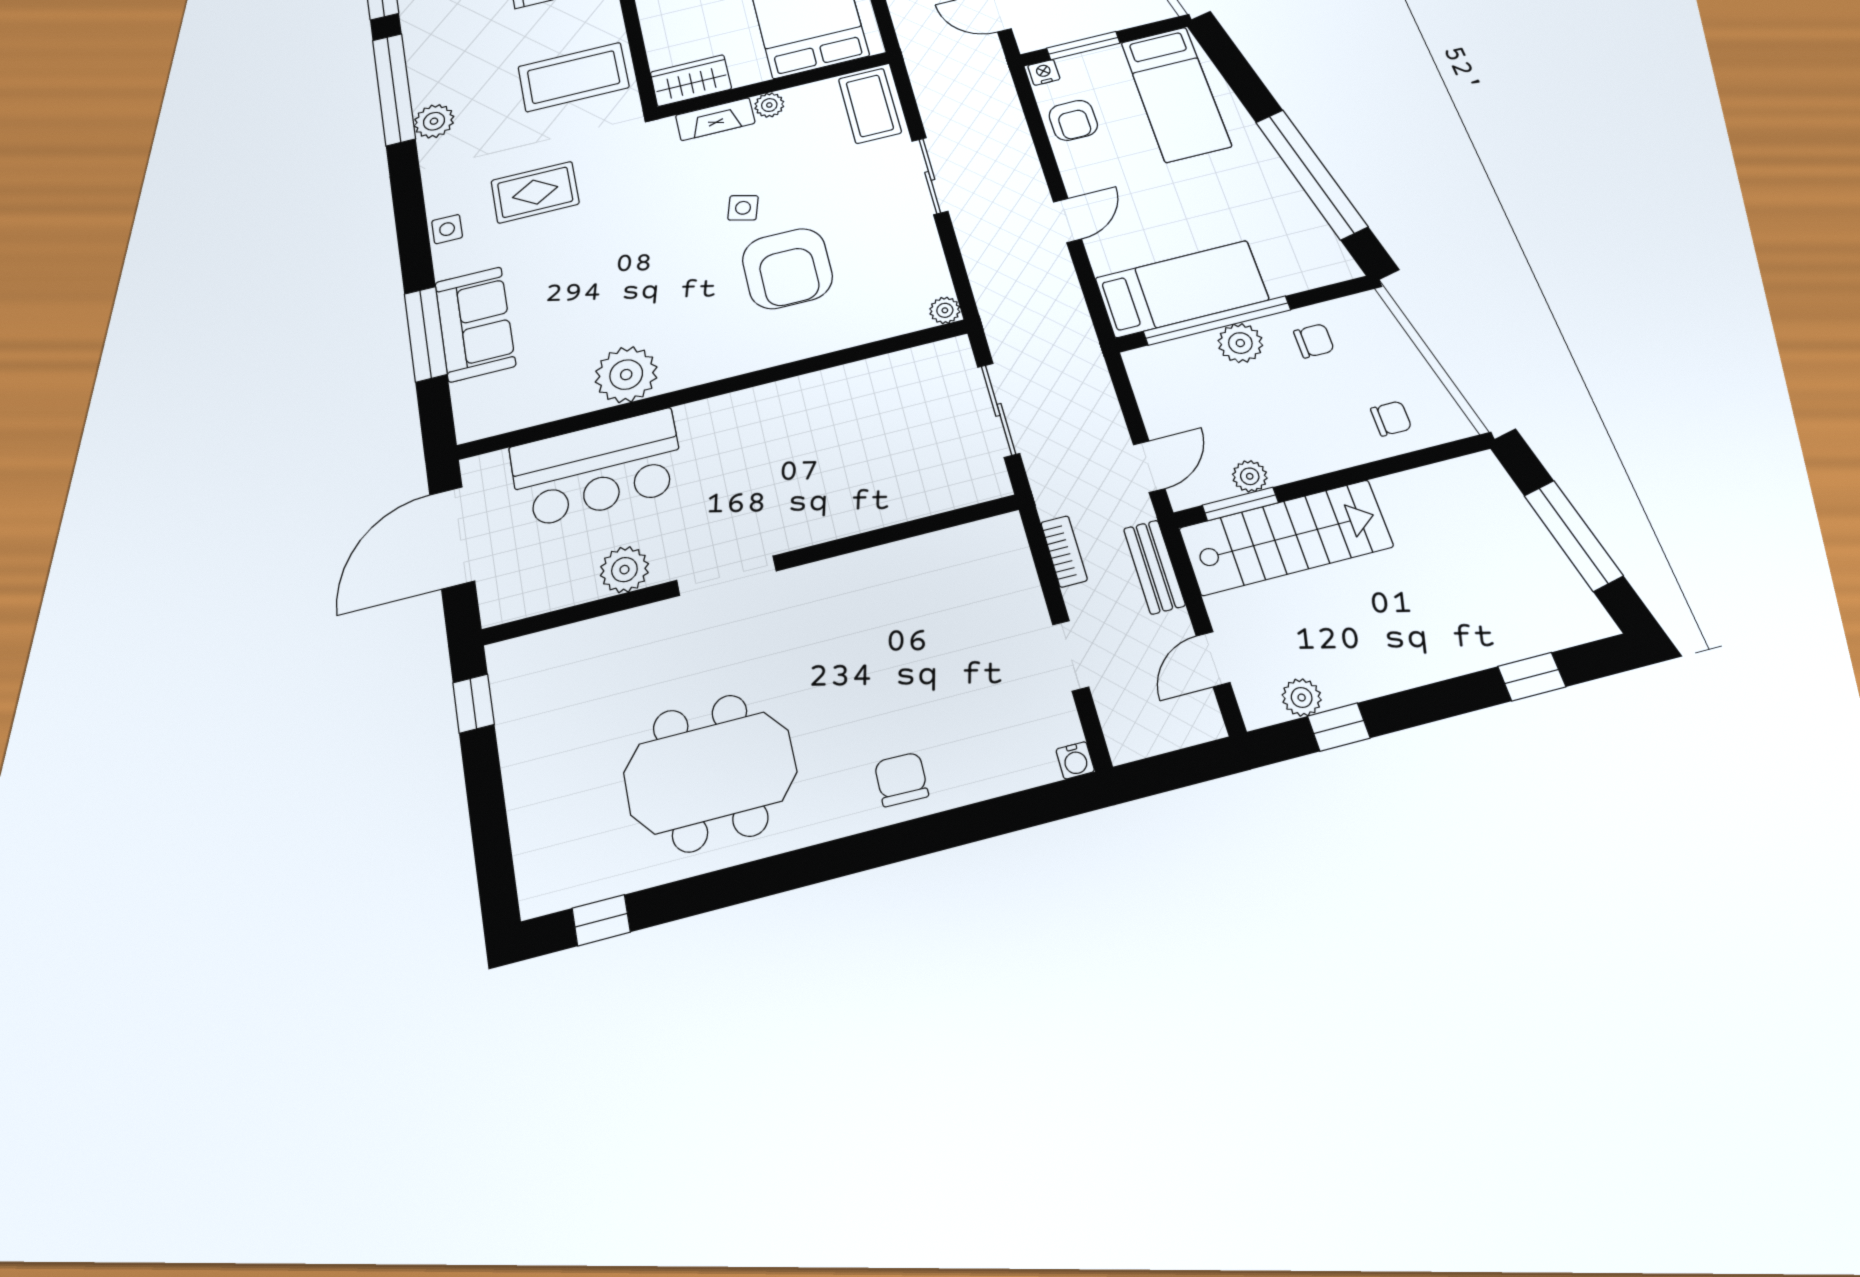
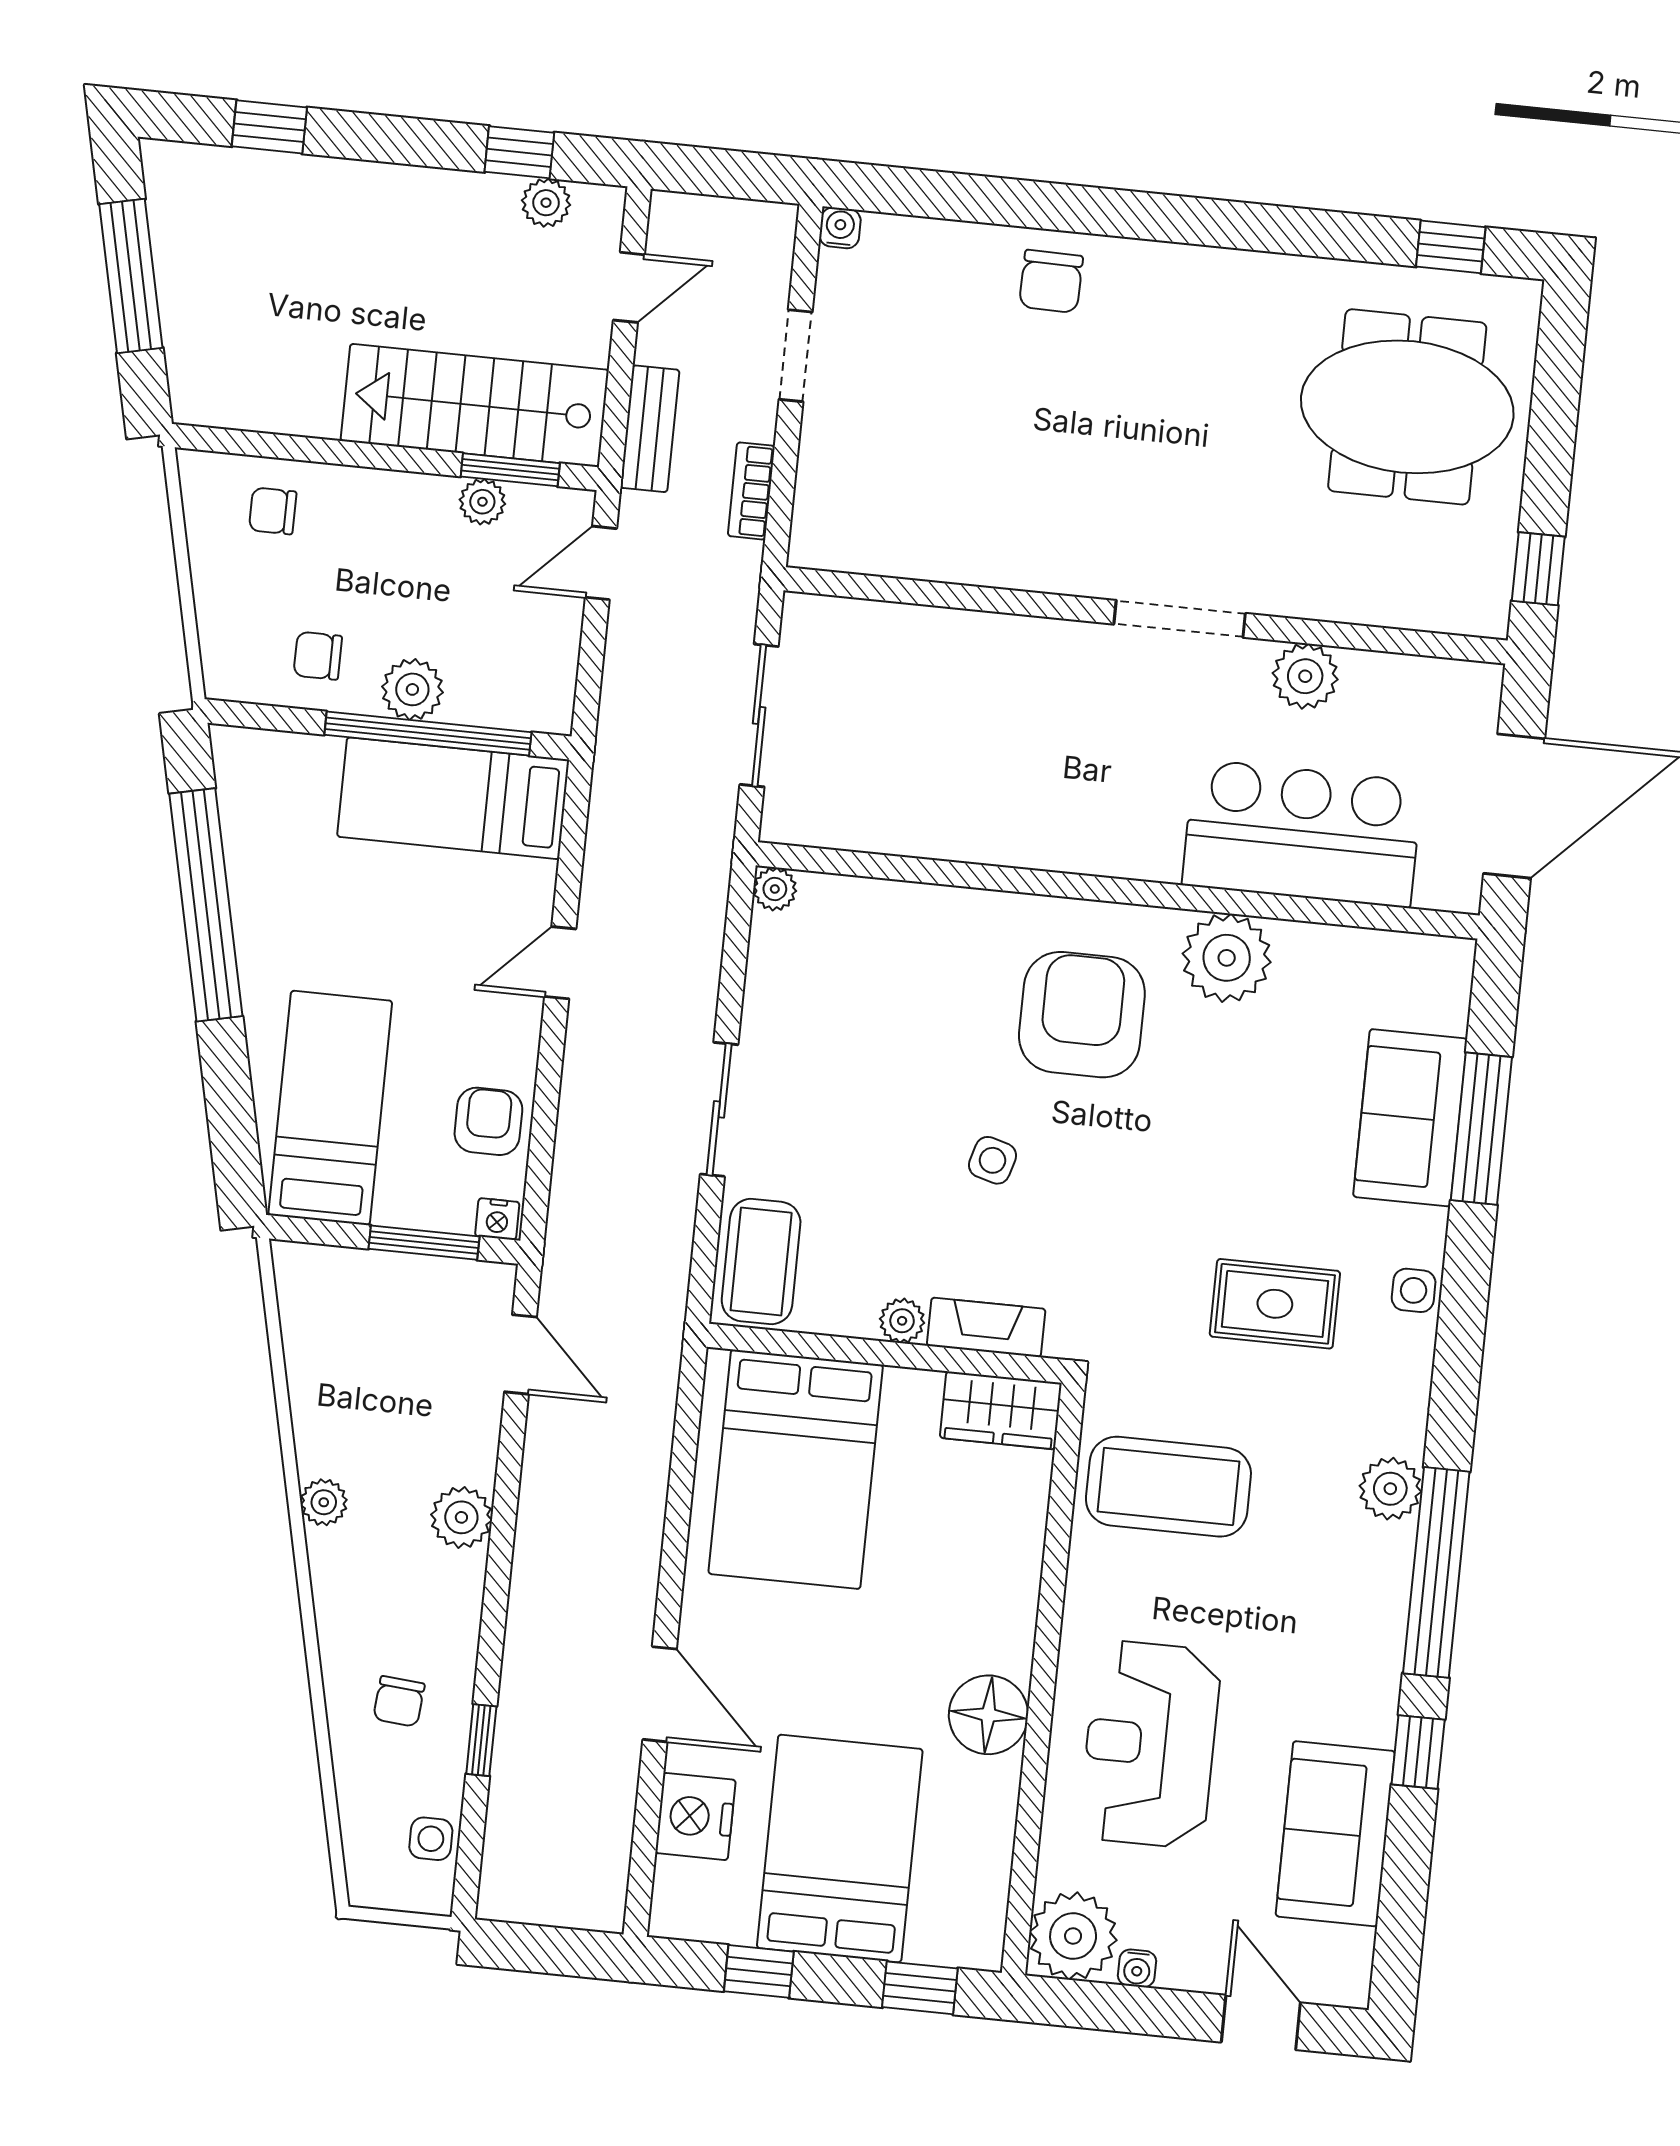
armchair: (787, 268) -> (1082, 1015), moved
meeting table: (710, 772) -> (1407, 407), moved

